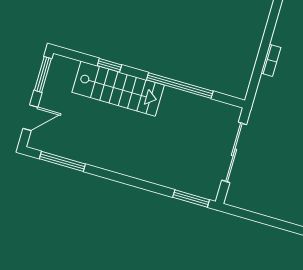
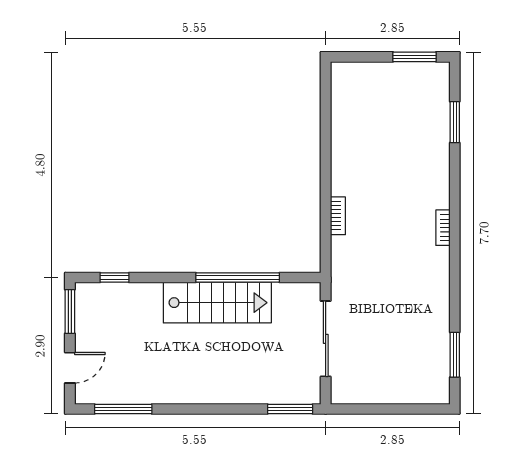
window: (109, 65) -> (114, 278), moved
stairs: (118, 89) -> (217, 303), moved

